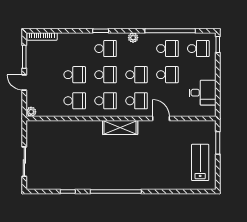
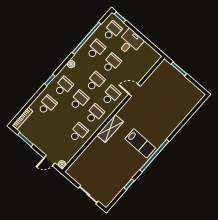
school desk: (75, 75) -> (47, 105), moved
door: (24, 82) -> (49, 160), moved
desk: (202, 93) -> (130, 42), moved
shelving: (120, 128) -> (110, 129), moved
lab bench: (200, 162) -> (140, 143), moved, turned 180

